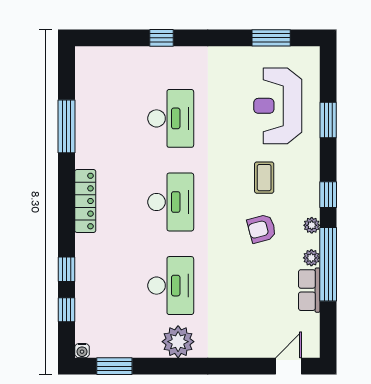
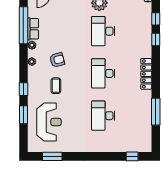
window: (162, 38) -> (132, 156), moved
window: (328, 195) -> (23, 89), moved
window: (328, 264) -> (23, 25), moved

